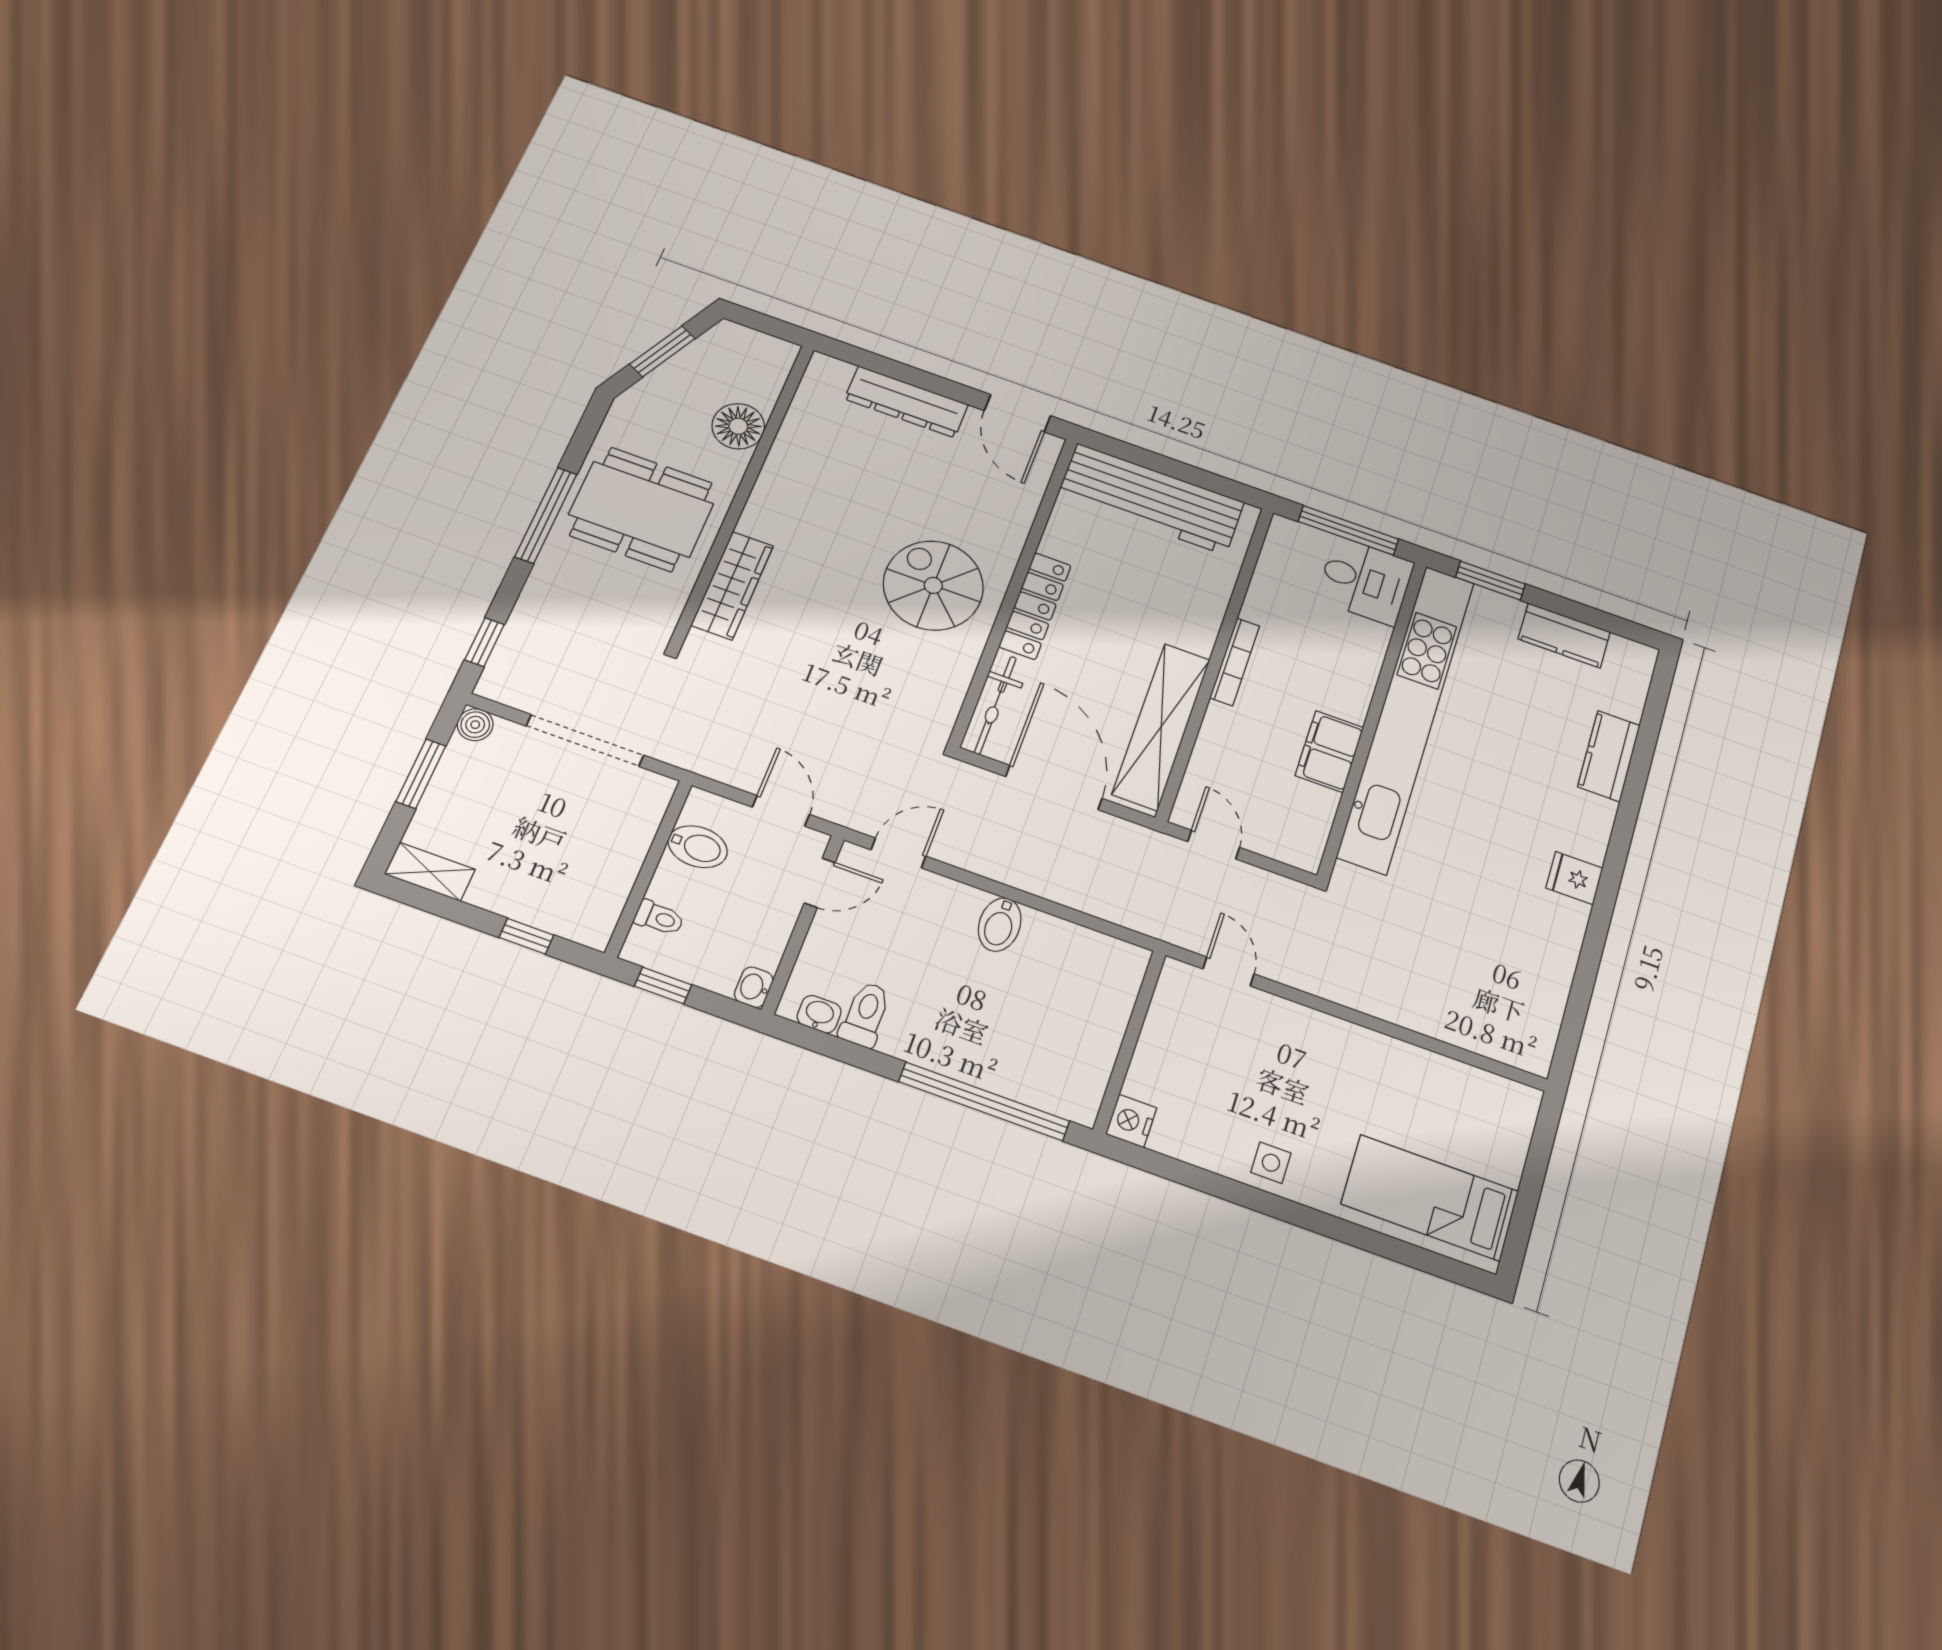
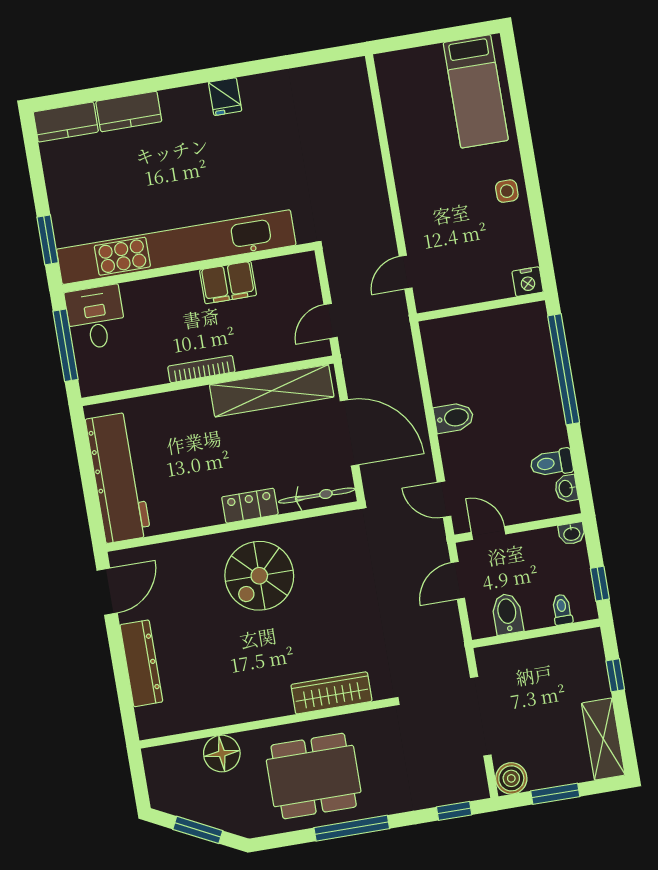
dining table: (641, 509) -> (314, 776), turned 90
locker: (1035, 606) -> (250, 506), width x0.66
kitchen counter: (1564, 635) -> (66, 122), moved, turned 90
boiler: (475, 725) -> (511, 778), width x1.36, depth x1.36
door: (1054, 787) -> (350, 433), swing flipped
shelving: (430, 872) -> (603, 739), width x1.50, depth x1.33

